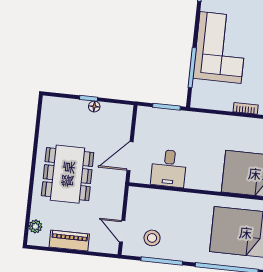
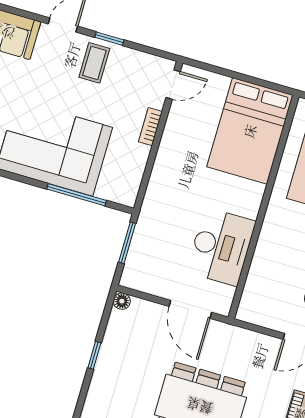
floor lamp: (94, 106) -> (122, 301), moved
desk: (169, 168) -> (221, 247), width x1.37

